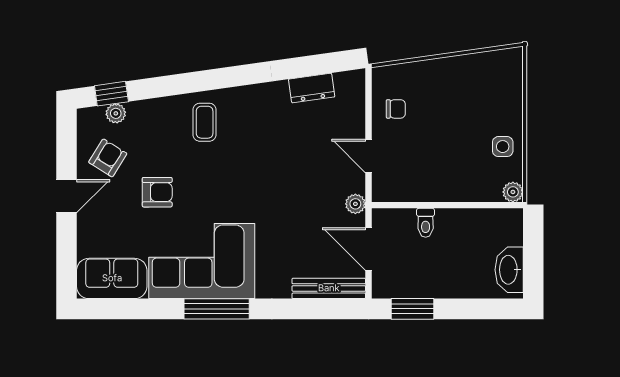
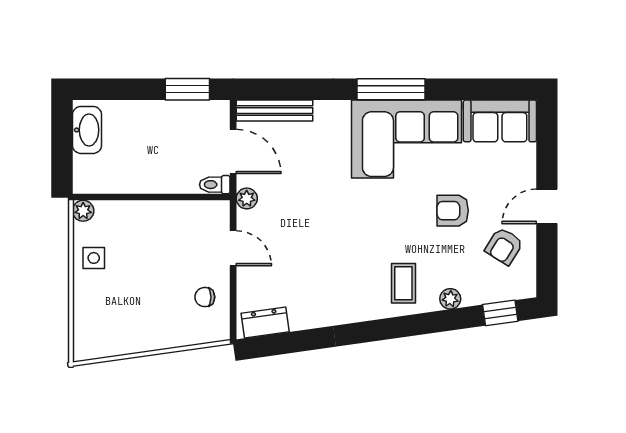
dresser: (312, 88) -> (265, 323), moved
plant: (116, 113) -> (450, 299), moved
toilet: (426, 223) -> (215, 185), moved, turned -90

